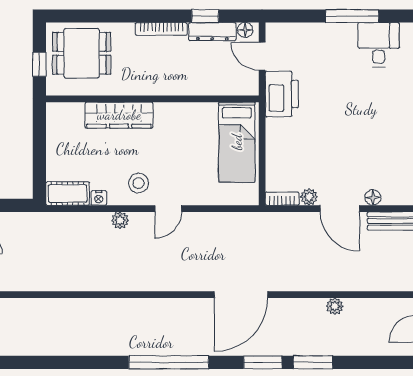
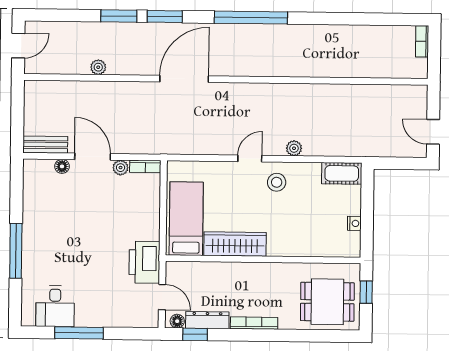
window: (205, 16) -> (195, 334), moved
wardrobe: (119, 115) -> (235, 244), moved
nightstand: (99, 198) -> (354, 223), moved, turned 90

